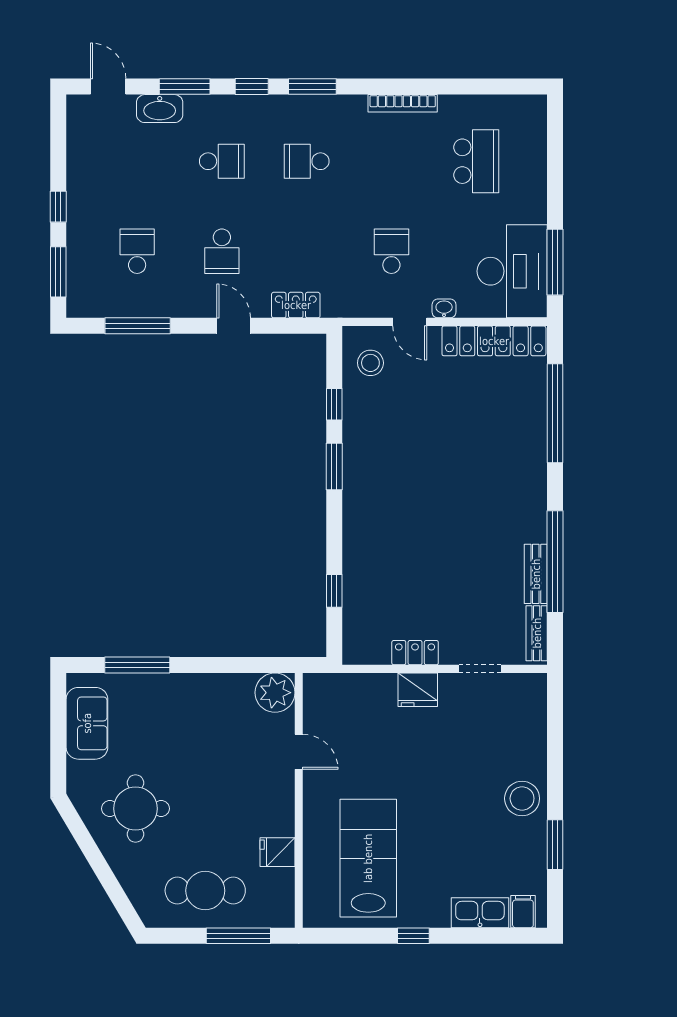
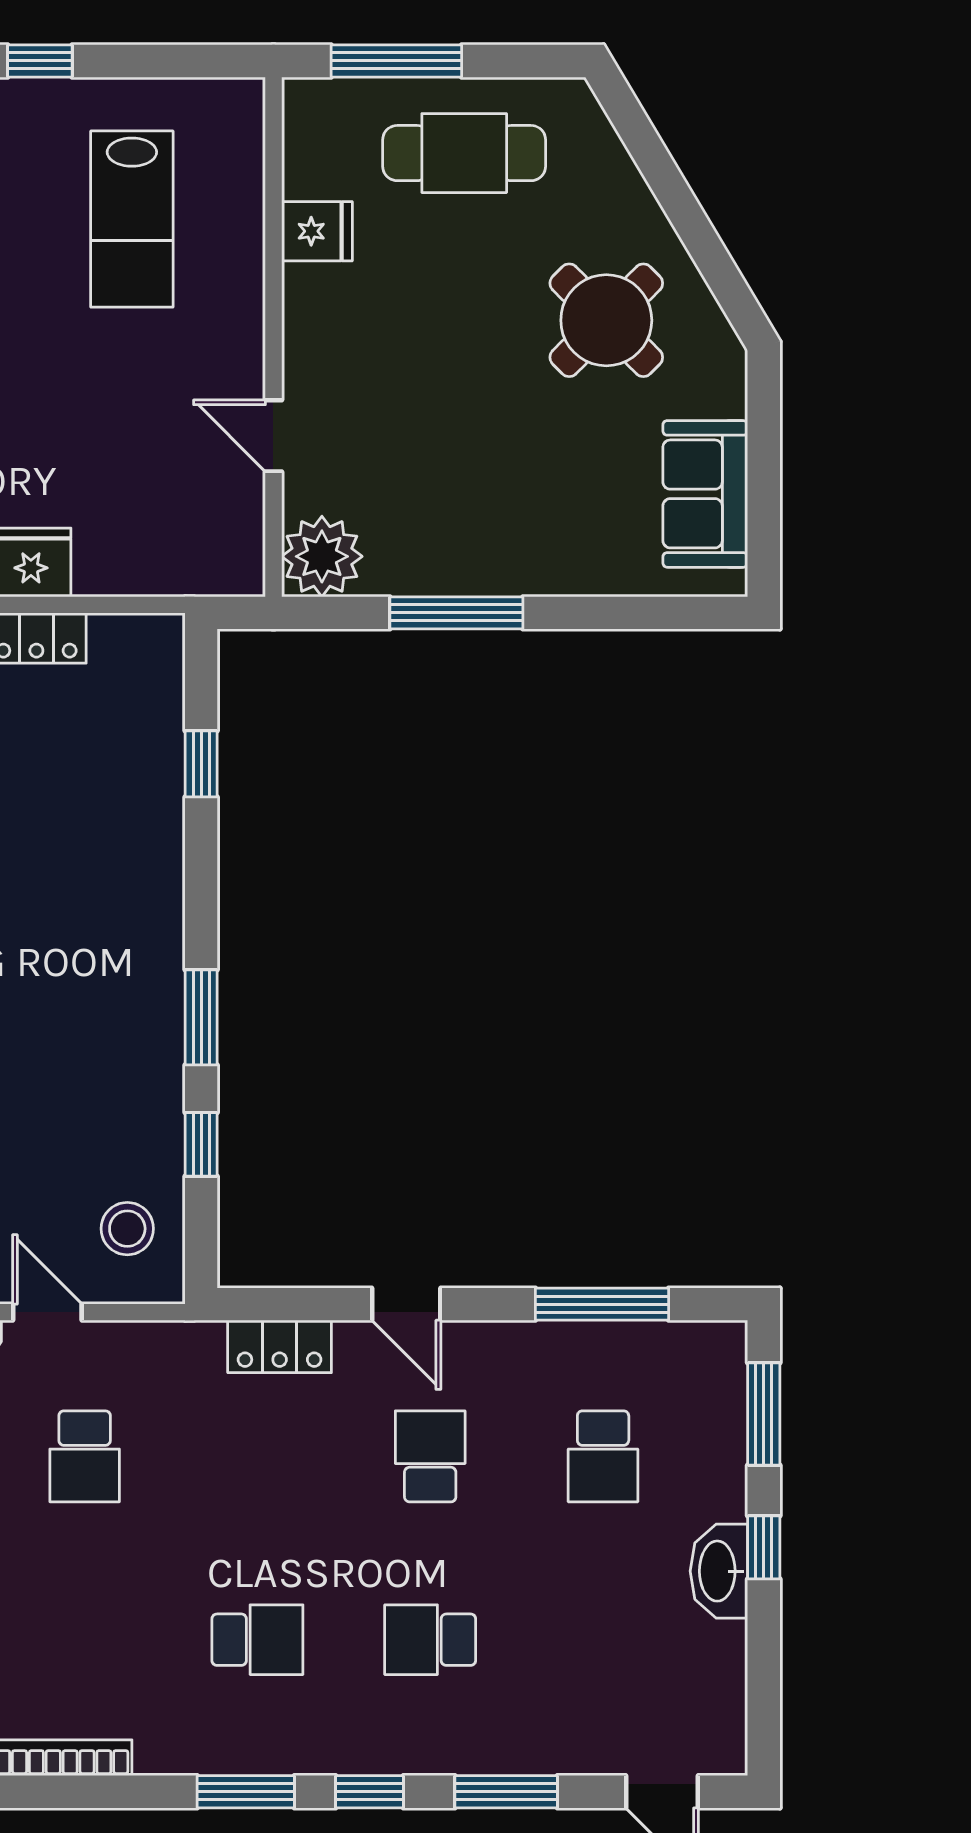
washbasin: (160, 109) -> (719, 1571), moved, turned -90
window: (137, 665) -> (456, 613), moved
round table: (135, 809) -> (606, 320), turned 45
lab bench: (368, 858) -> (132, 219), width x0.73, depth x0.72

